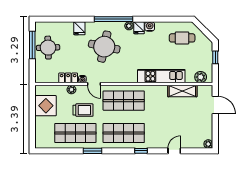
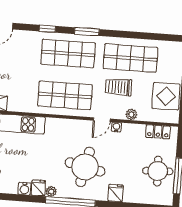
locker: (68, 78) -> (158, 132), moved
door: (94, 84) -> (102, 120), swing flipped
window: (93, 151) -> (87, 32), moved

